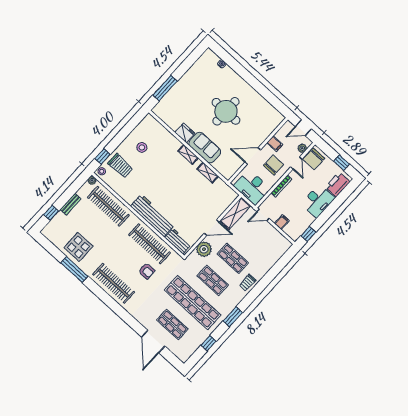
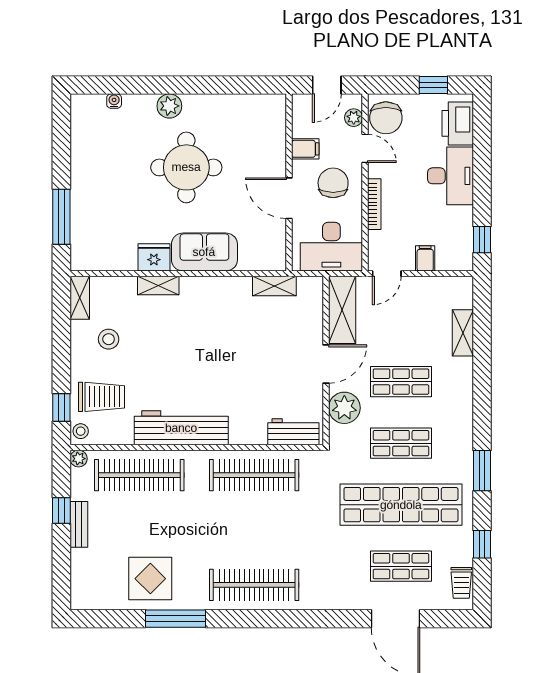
plant: (240, 84) -> (169, 106), added
shelving: (145, 123) -> (80, 298), added
shelving: (188, 154) -> (158, 286), moved
door: (253, 156) -> (289, 198), hinge flipped
shelving: (208, 173) -> (274, 286), moved
window: (51, 213) -> (61, 511), moved
workbench: (153, 215) -> (181, 428), moved
shelving: (271, 261) -> (463, 333), added
armchair: (147, 271) -> (287, 520), removed
trolley: (248, 283) -> (461, 583), moved

